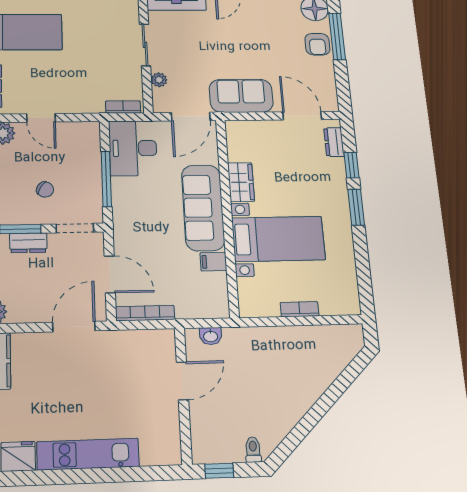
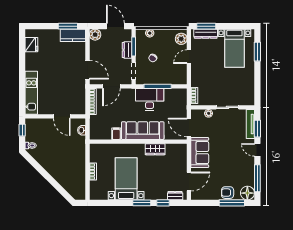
desk: (133, 148) -> (150, 99), moved
bed with nightstands: (278, 239) -> (126, 179), moved, turned 180
kitchen unit: (88, 454) -> (31, 93), moved

